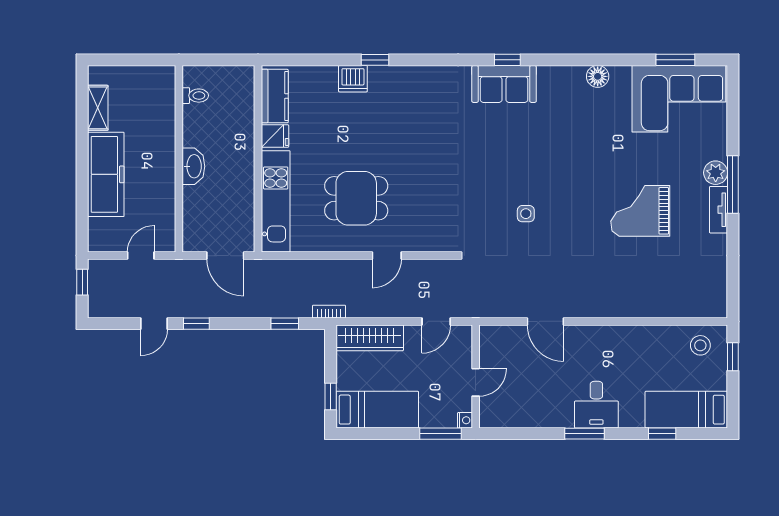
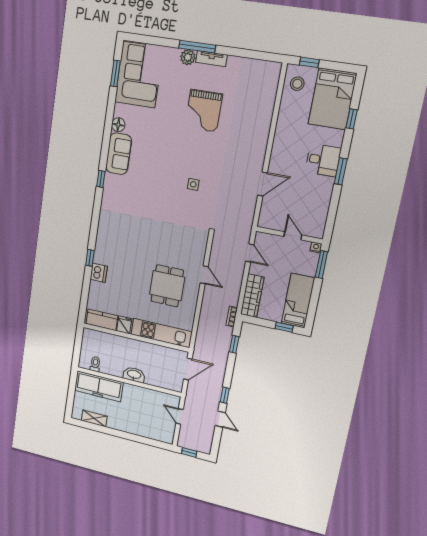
sofa: (504, 84) -> (119, 154), moved
freezer: (106, 174) -> (99, 386), moved, turned 180
bed: (686, 410) -> (332, 99), width x1.50

